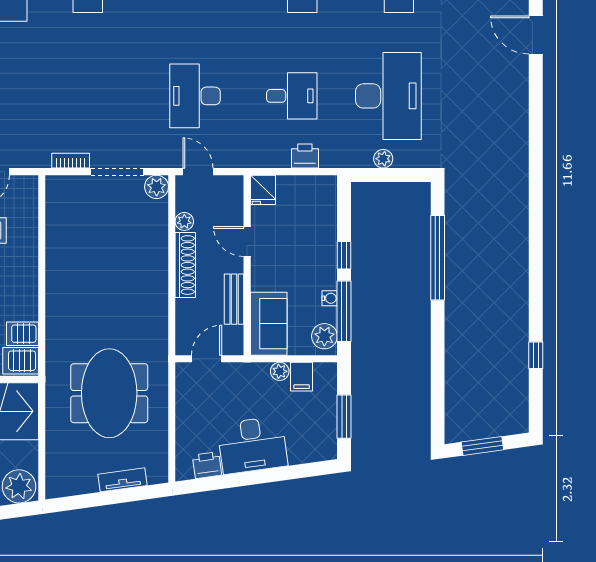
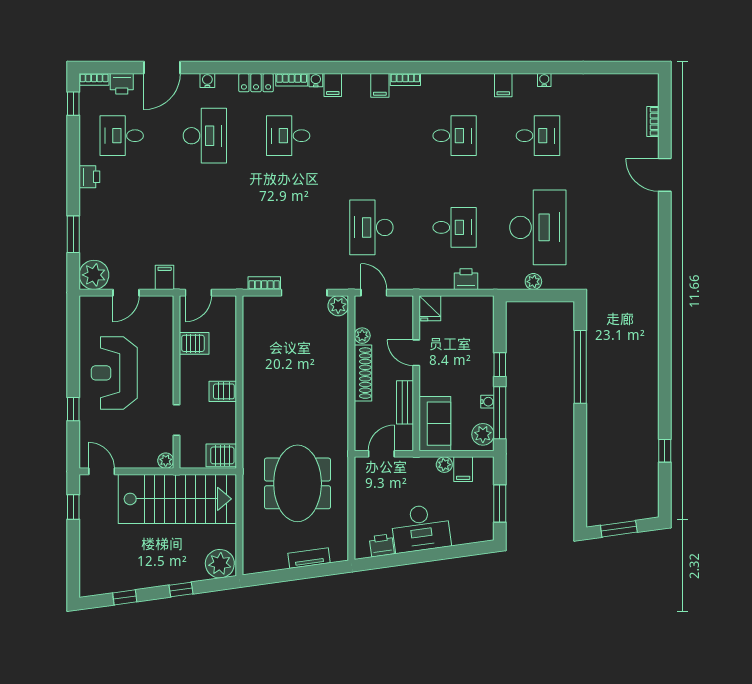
server rack: (22, 334) -> (223, 391), moved

